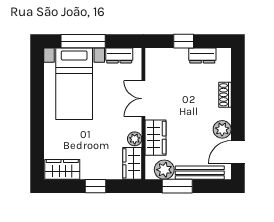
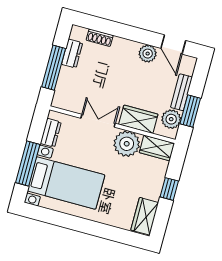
window: (184, 41) -> (54, 68), width x2.17
shoe rack: (225, 95) -> (100, 38), moved
double door: (143, 99) -> (98, 121), swing flipped
plant: (135, 139) -> (127, 144), width x1.88, depth x1.88
bench: (200, 173) -> (181, 92), width x0.73

